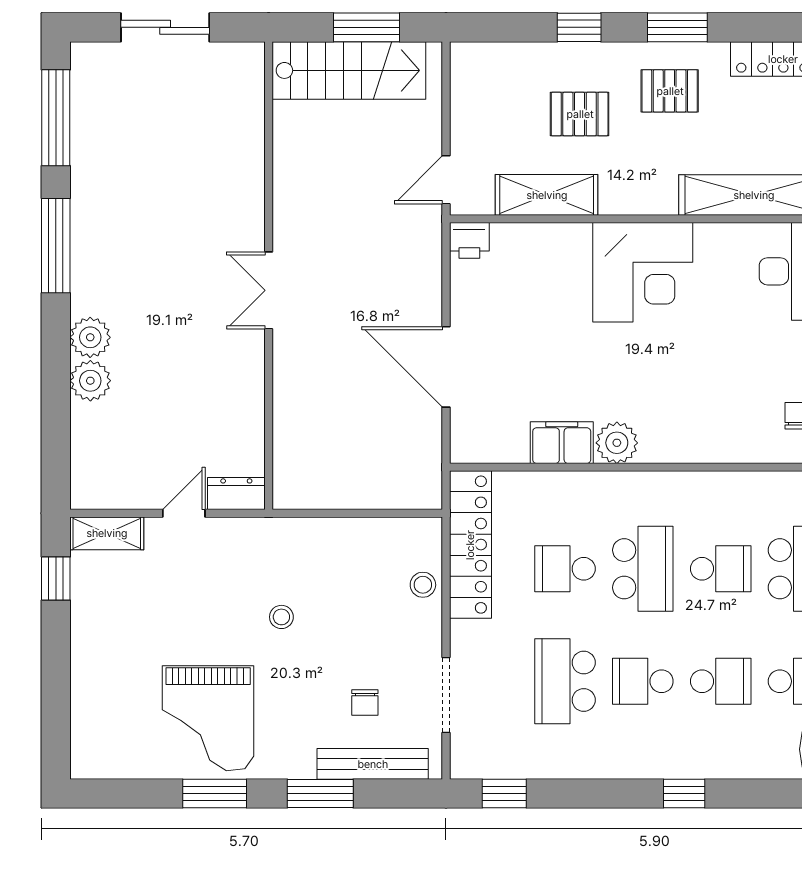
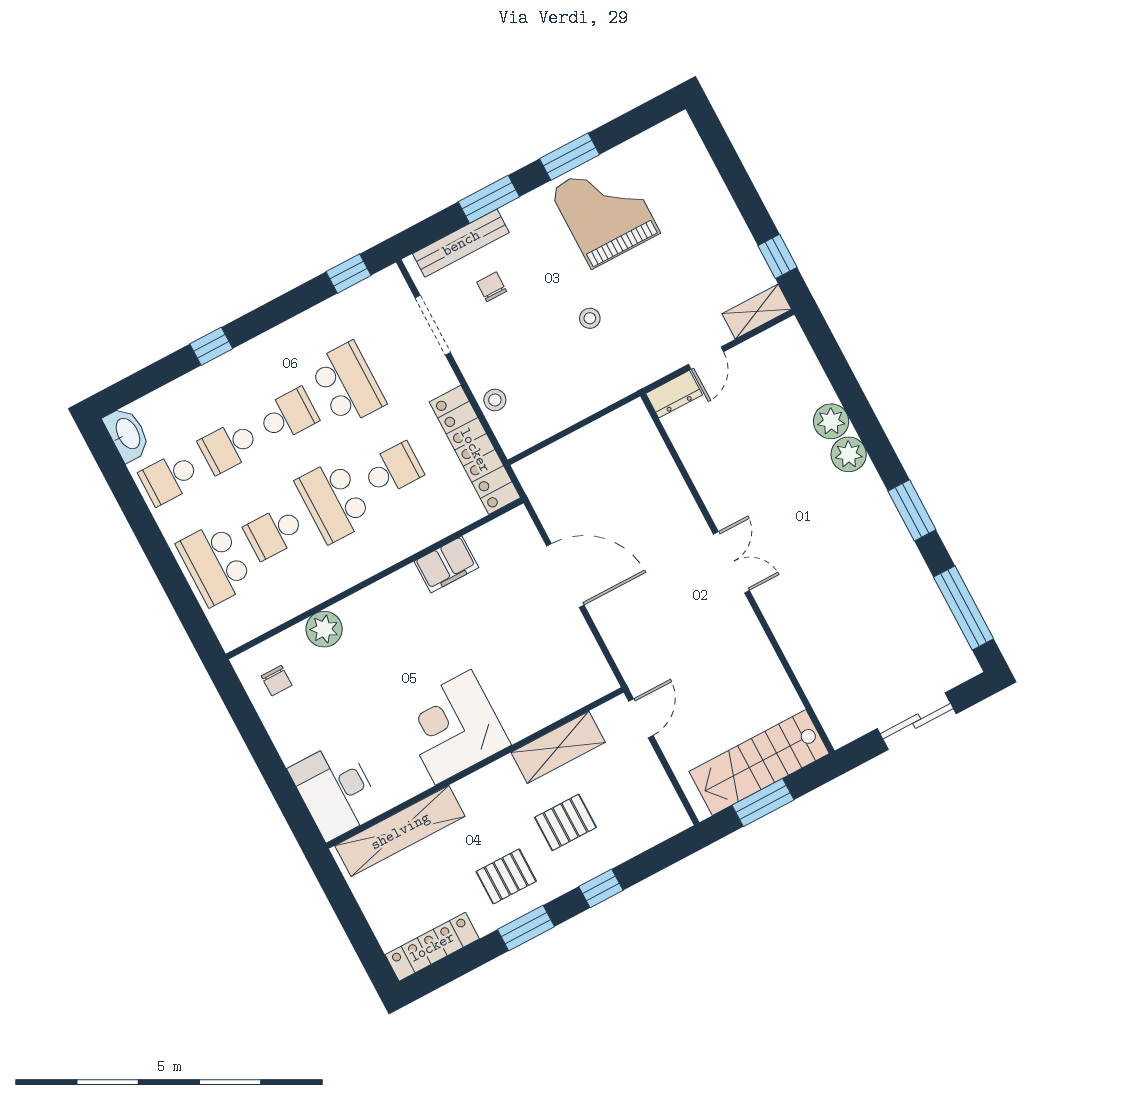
printer: (469, 240) -> (599, 681), removed
window: (56, 246) -> (912, 510), width x0.69
plant: (617, 443) -> (324, 629), moved

